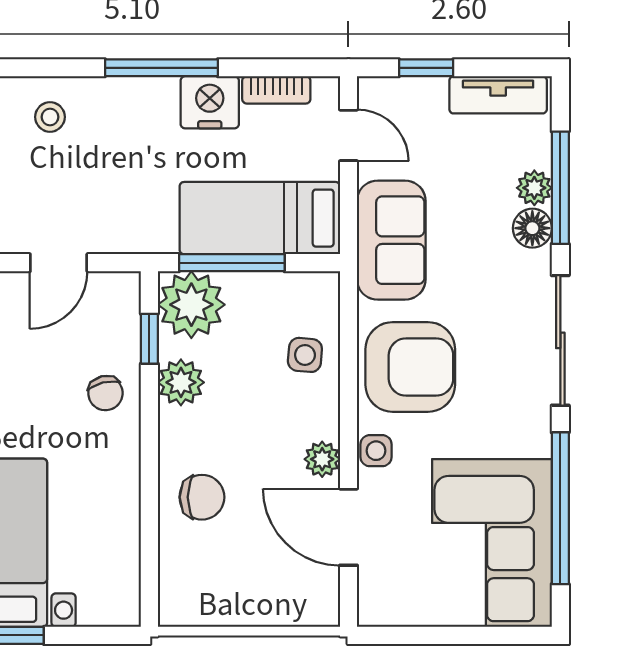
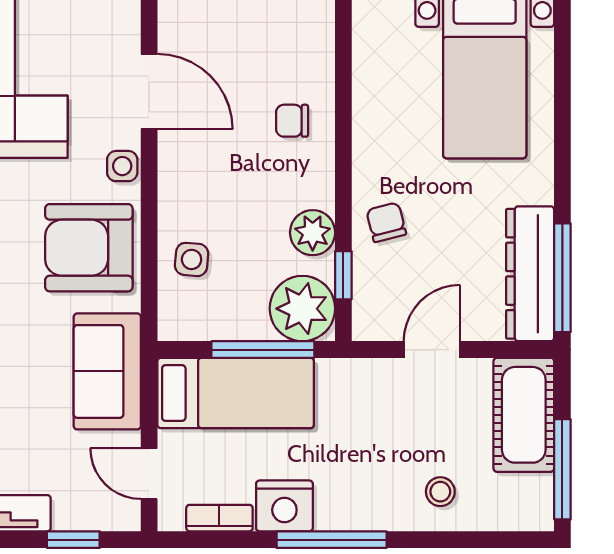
plant: (322, 459) -> (175, 158), removed
chair: (202, 497) -> (292, 121), width x0.73, depth x0.73

